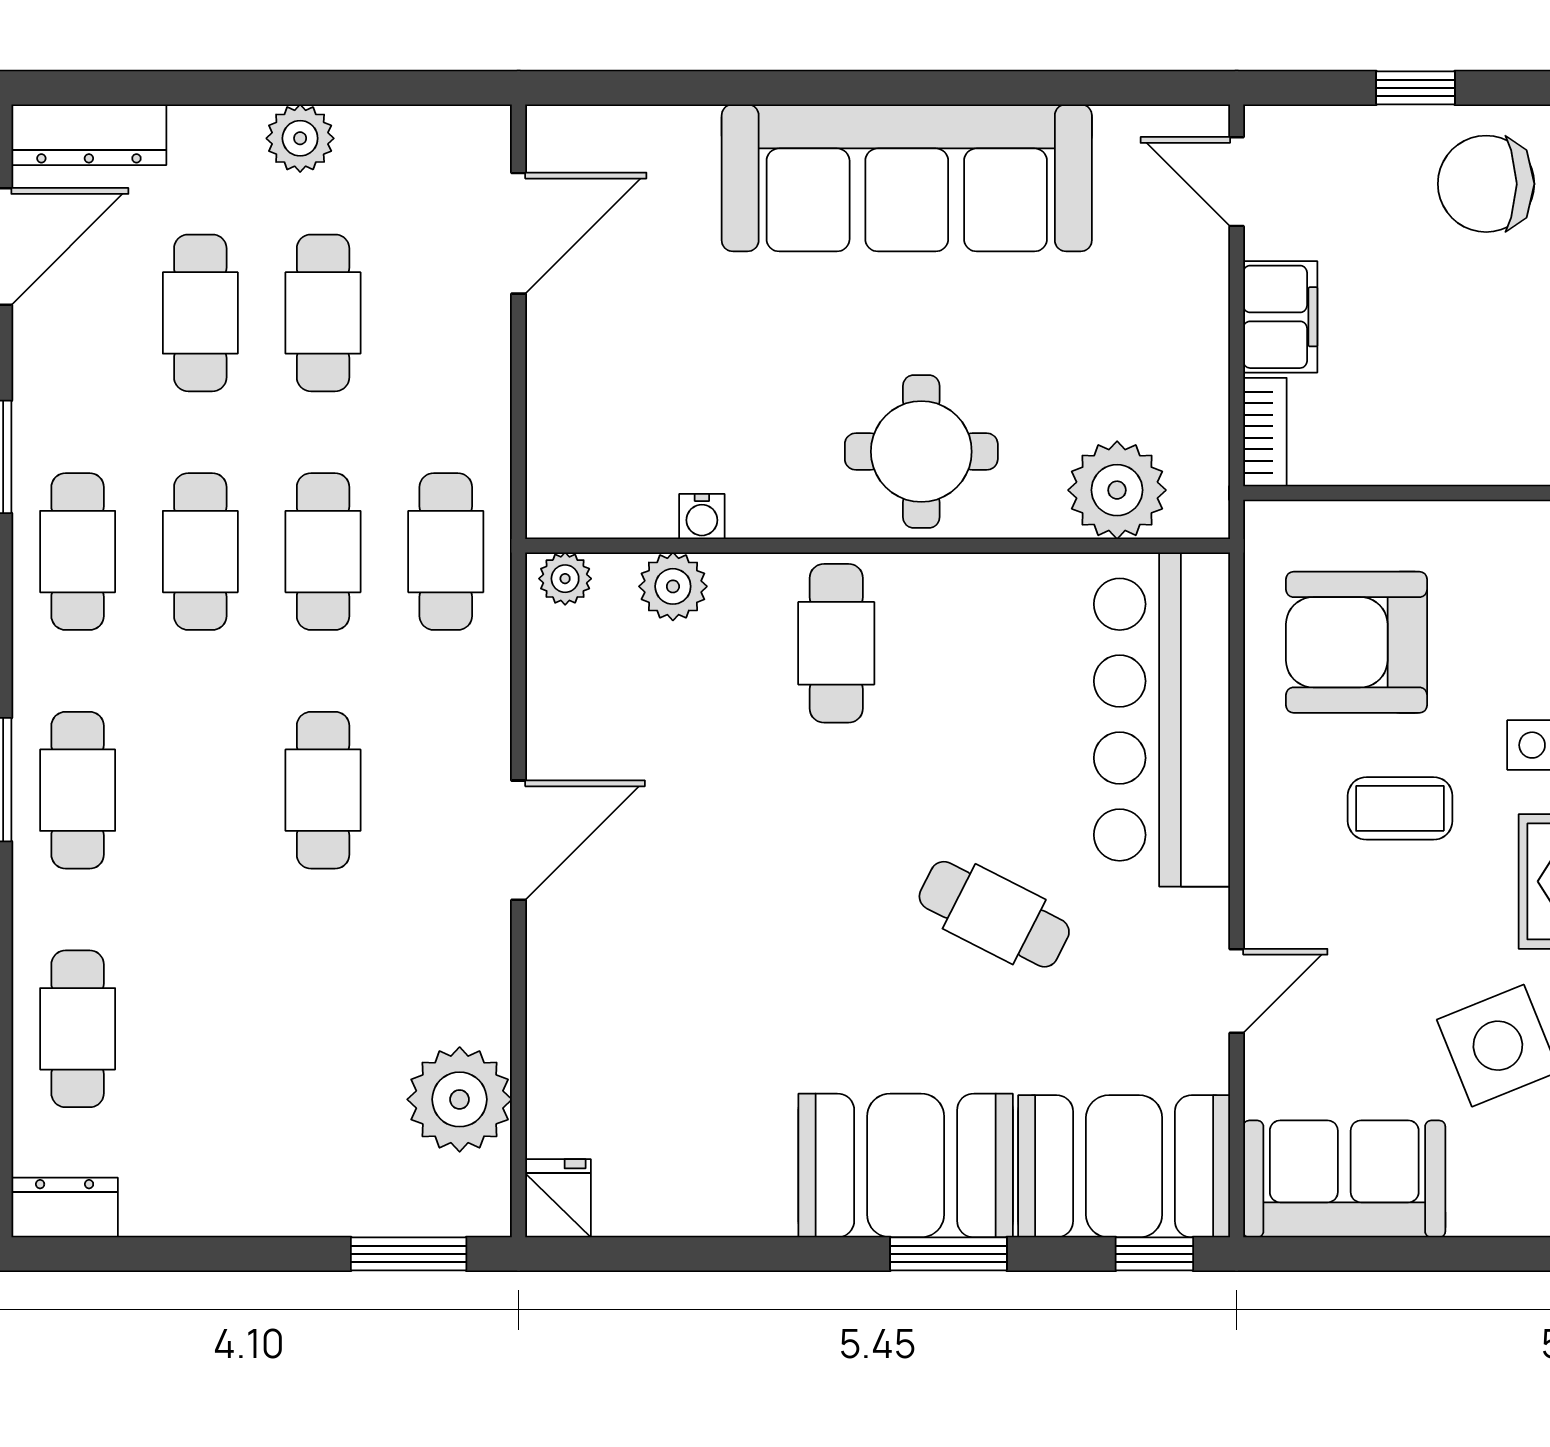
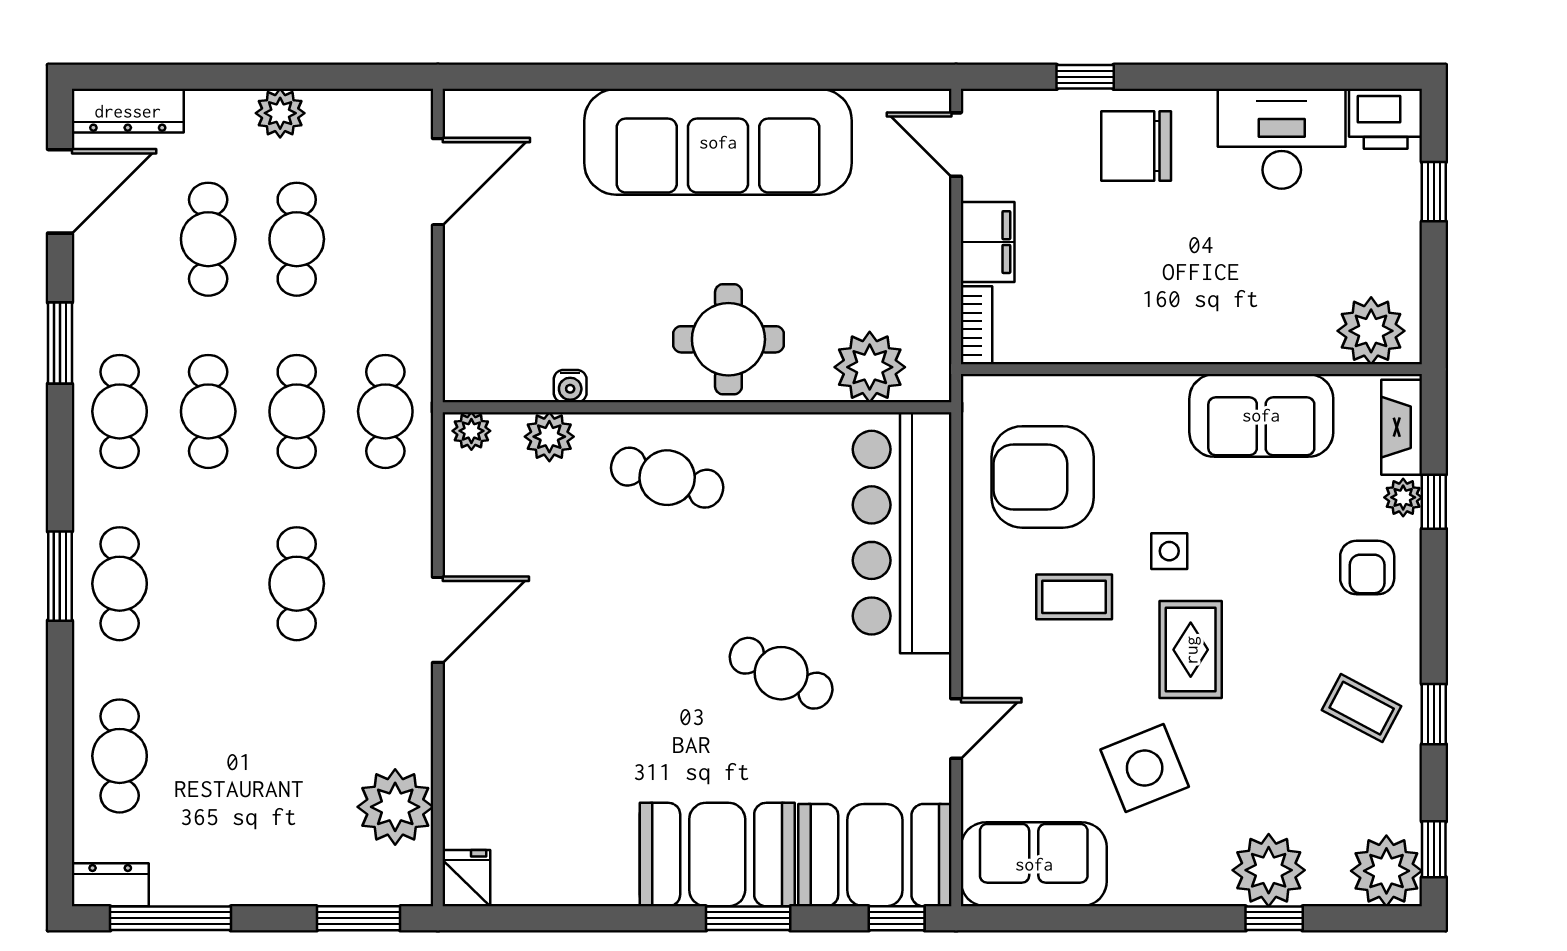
cafe table: (836, 643) -> (667, 478), turned -74
window: (148, 1254) -> (171, 918), added

